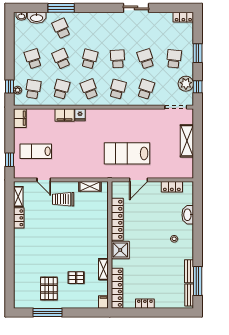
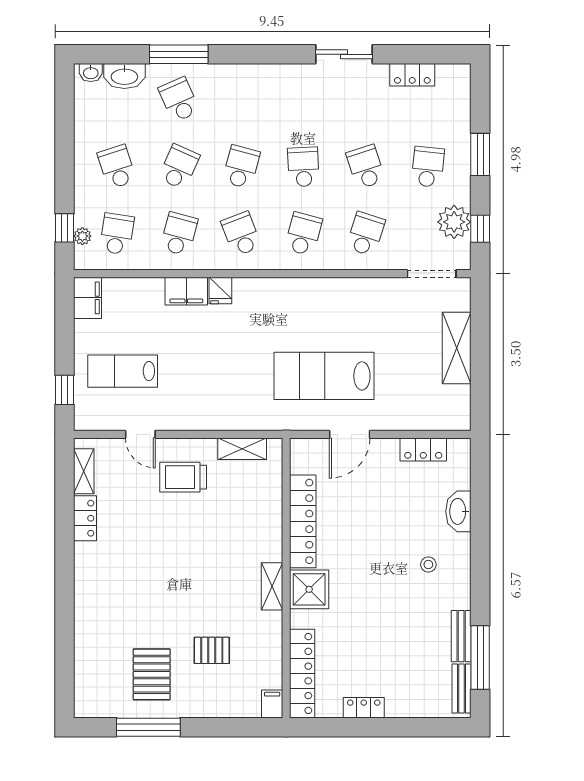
locker: (183, 17) -> (412, 75), moved
school desk: (61, 59) -> (179, 167), turned 48
shelving: (103, 269) -> (272, 586), moved

